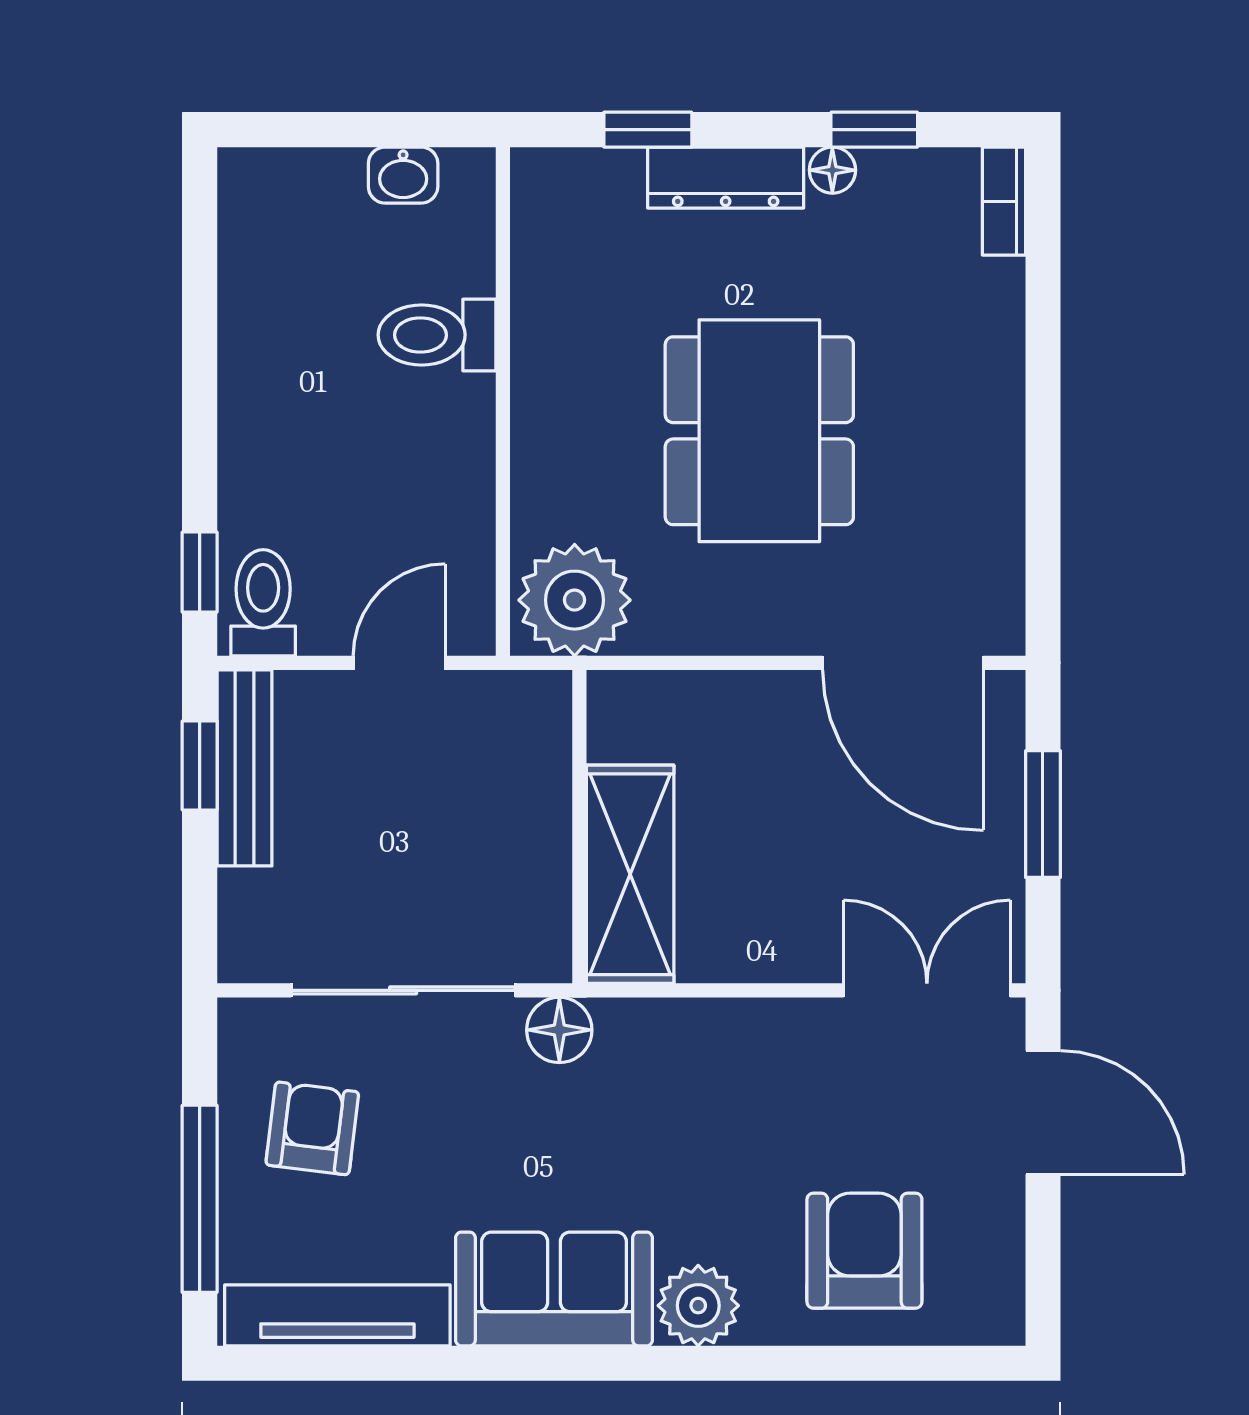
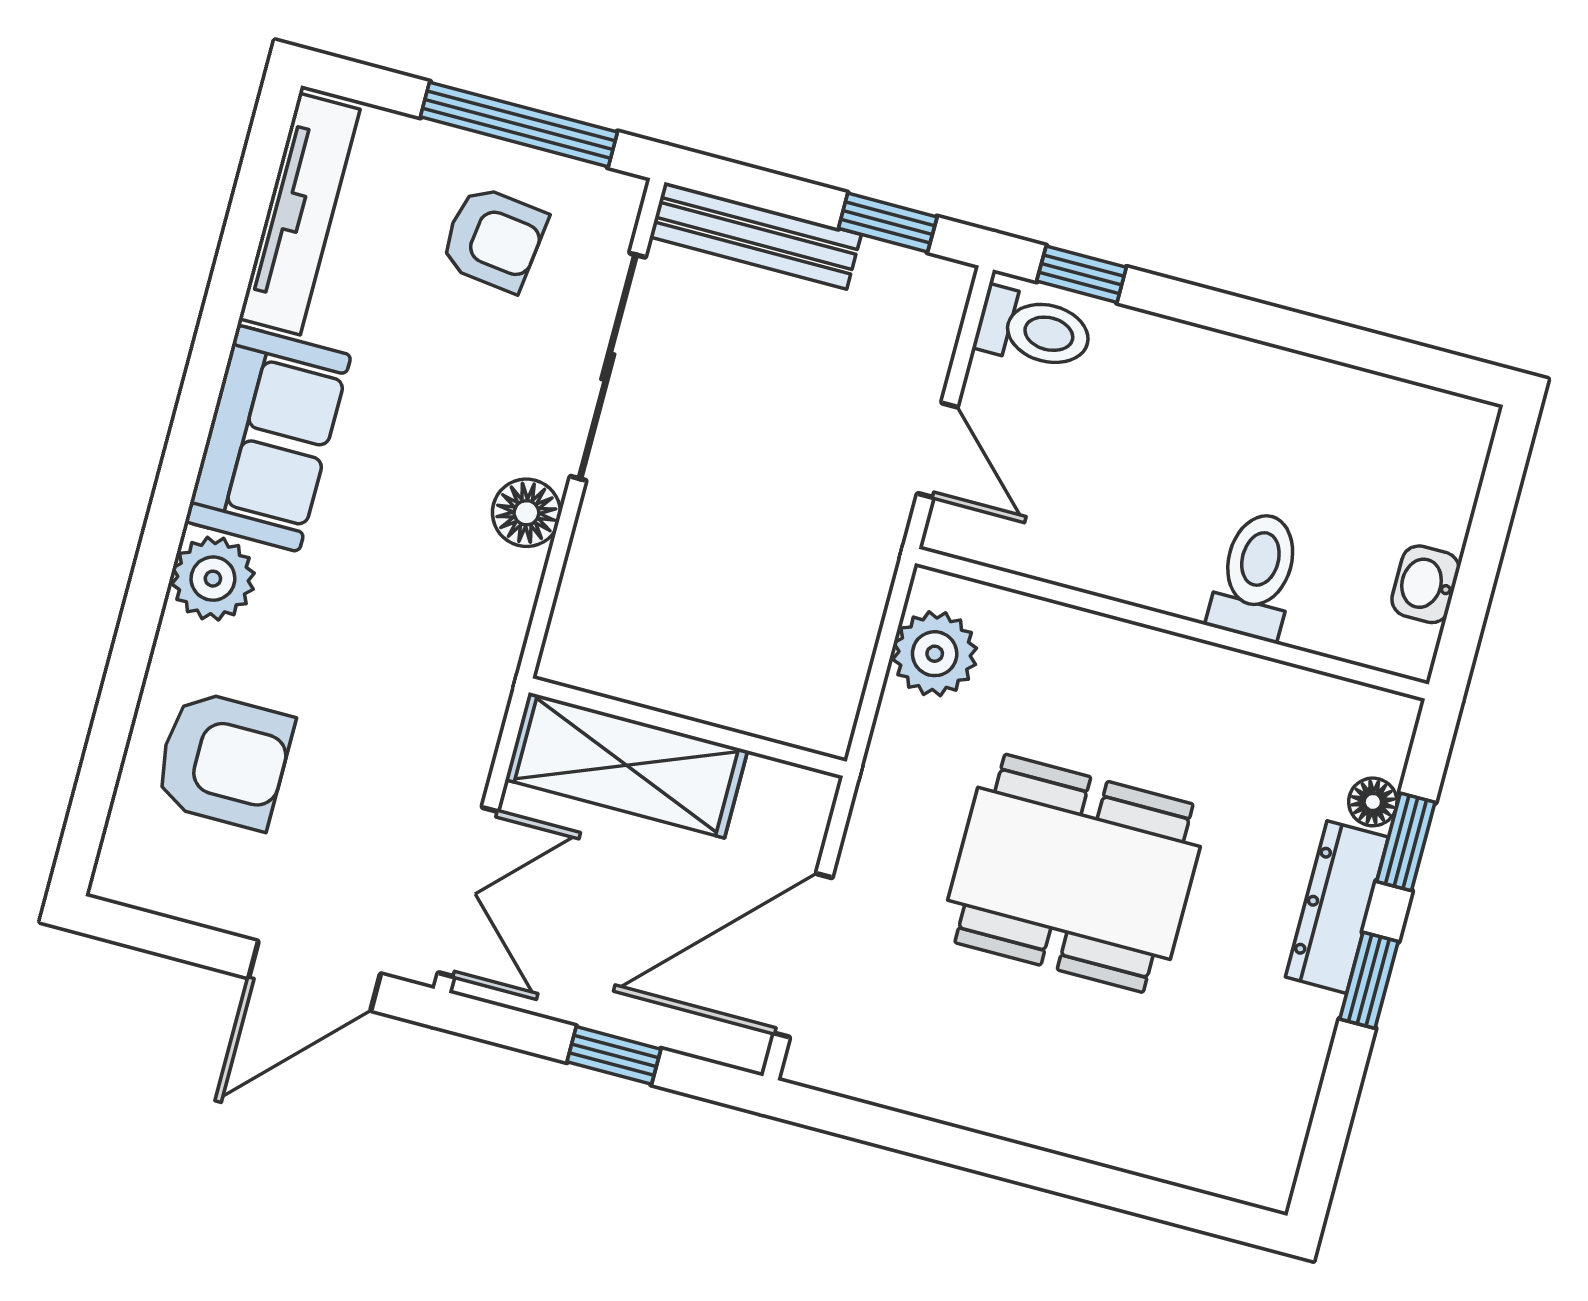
window: (874, 130) -> (1369, 980), moved
floor lamp: (832, 170) -> (1373, 802), moved
bookcase: (1004, 201) -> (1239, 1180), removed
plant: (575, 600) -> (935, 654), width x0.73, depth x0.73
bench: (244, 768) -> (756, 236), moved
window: (1043, 814) -> (614, 1055), width x0.67
wall: (579, 827) -> (688, 727), moved
shelving: (630, 874) -> (627, 765), moved
window: (200, 1199) -> (519, 124), moved

